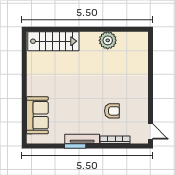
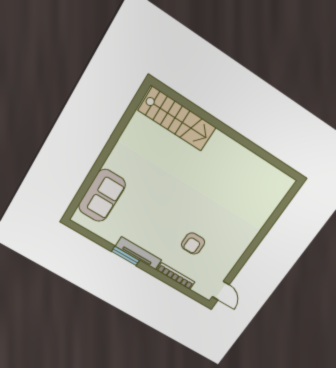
plant: (108, 40) -> (243, 160), removed
armchair: (112, 111) -> (193, 244), turned 90

